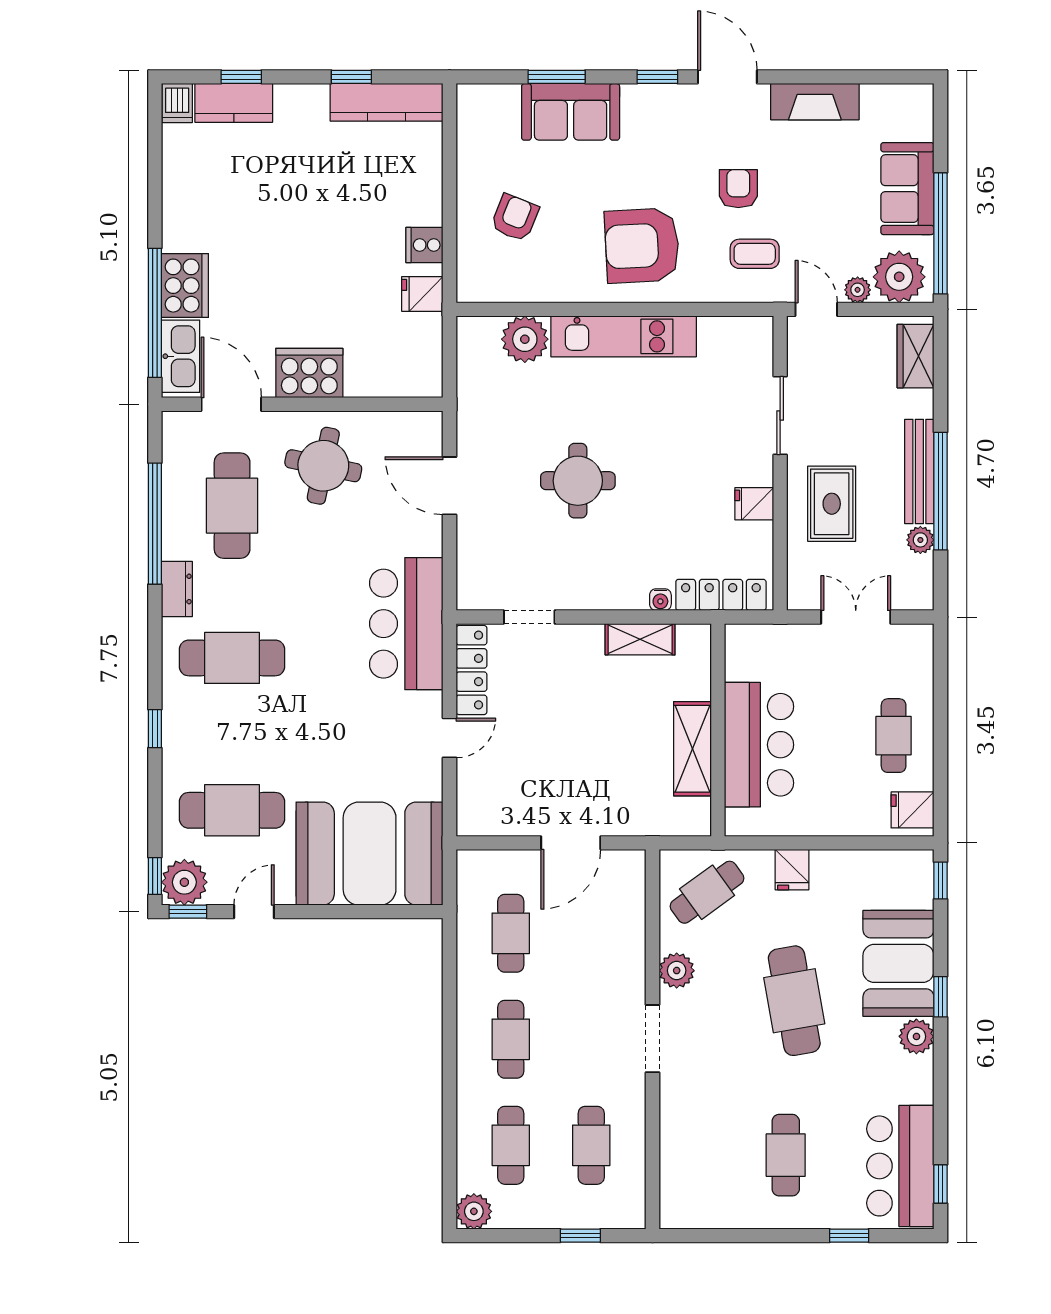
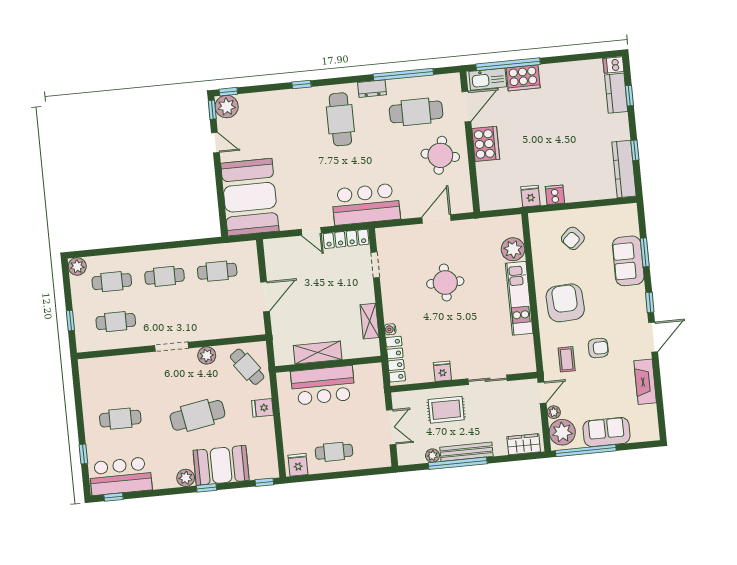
armchair: (515, 218) -> (573, 238), turned 115
cafe table: (232, 810) -> (265, 127), removed
door: (571, 843) -> (265, 297), swing flipped

